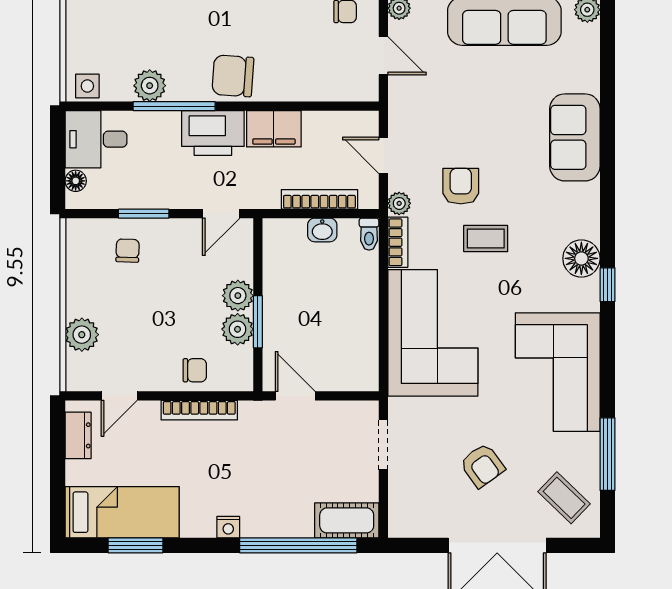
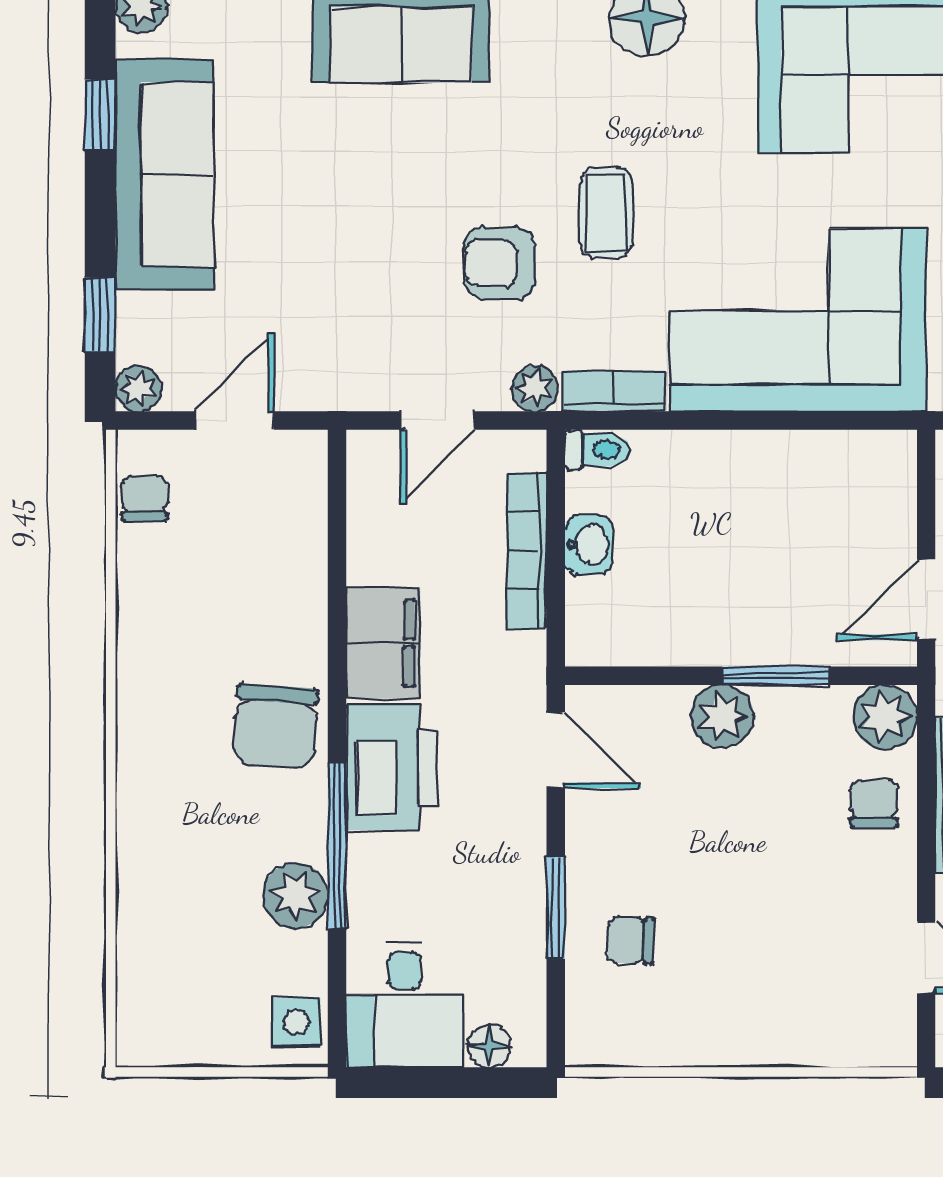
plant: (238, 329) -> (885, 717), moved
plant: (82, 335) -> (802, 1033), removed

